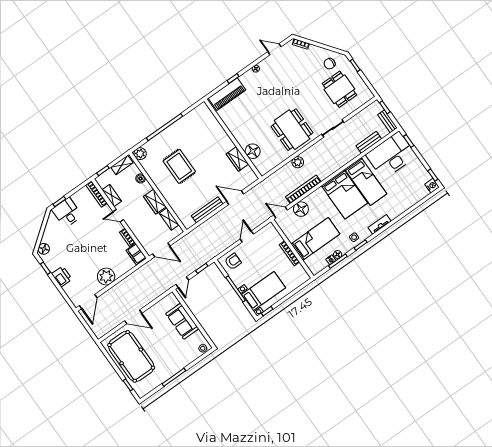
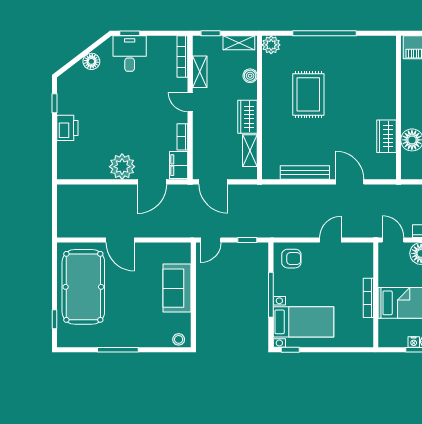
floor lamp: (44, 249) -> (91, 61), moved
door: (88, 302) -> (152, 182), moved

